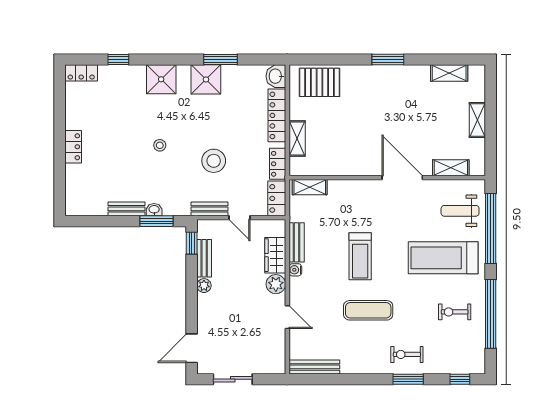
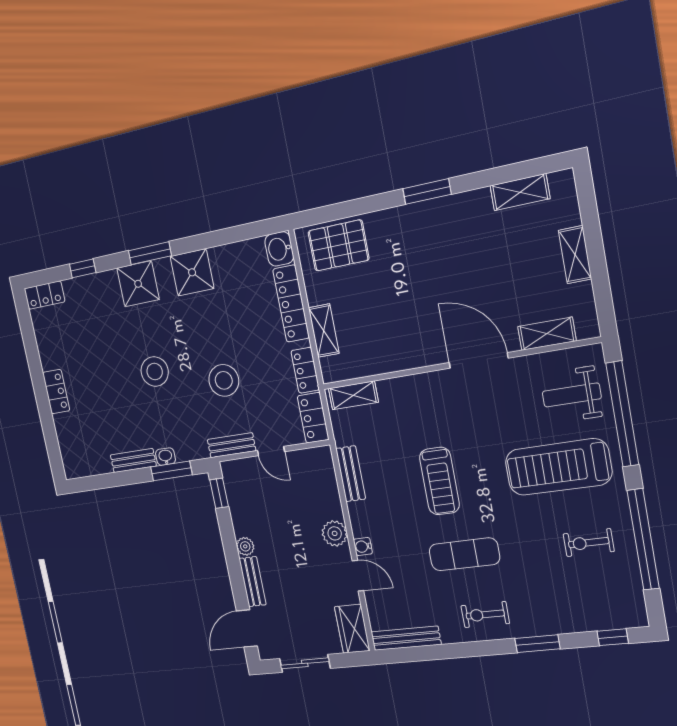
window: (220, 60) -> (150, 253), moved
stool: (160, 145) -> (155, 372), width x1.89, depth x1.89
wardrobe: (275, 255) -> (352, 629), moved
bench: (204, 258) -> (253, 582), moved
water cooler: (295, 270) -> (363, 546), moved
exercise bike: (407, 354) -> (485, 615), moved

